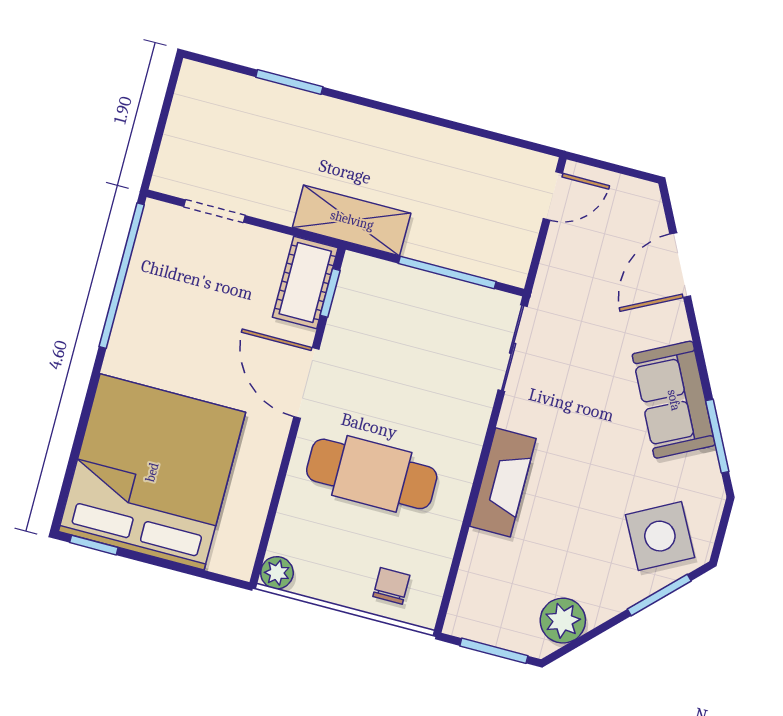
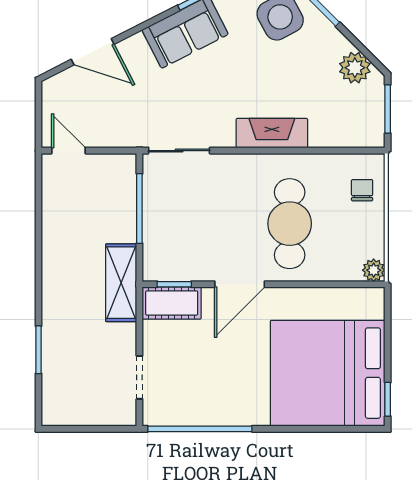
chair: (391, 586) -> (362, 190), turned 90

